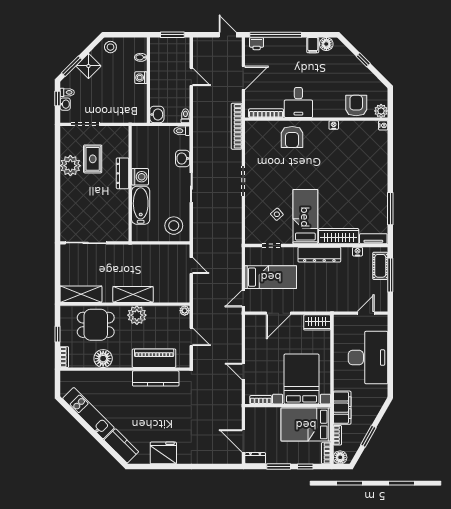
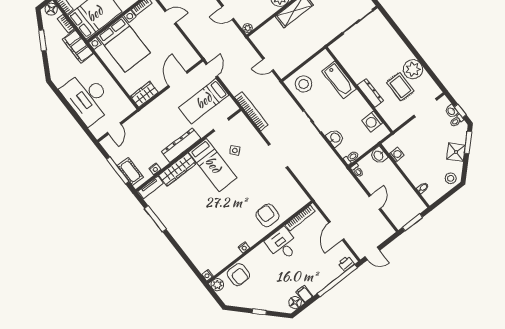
door: (191, 77) -> (375, 202), swing flipped
washing machine: (141, 78) -> (397, 155), moved
bookcase: (237, 126) -> (251, 111), moved
washing machine: (140, 177) -> (372, 122), moved

